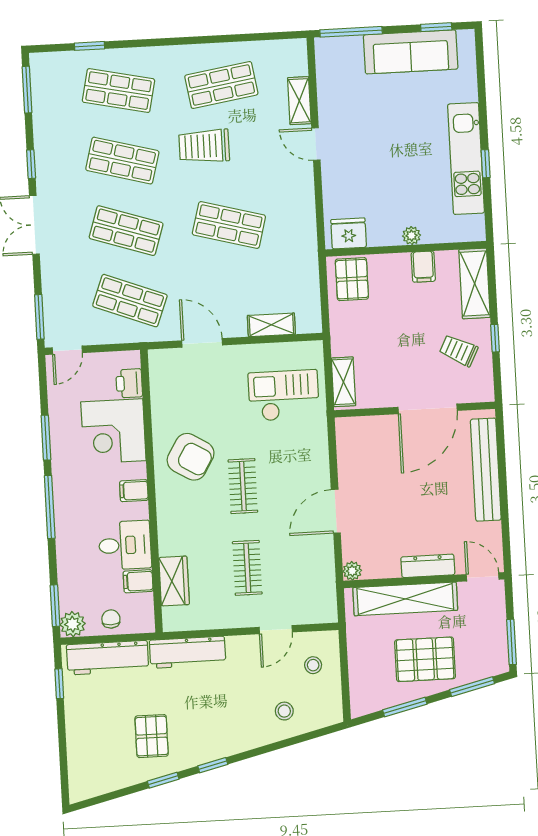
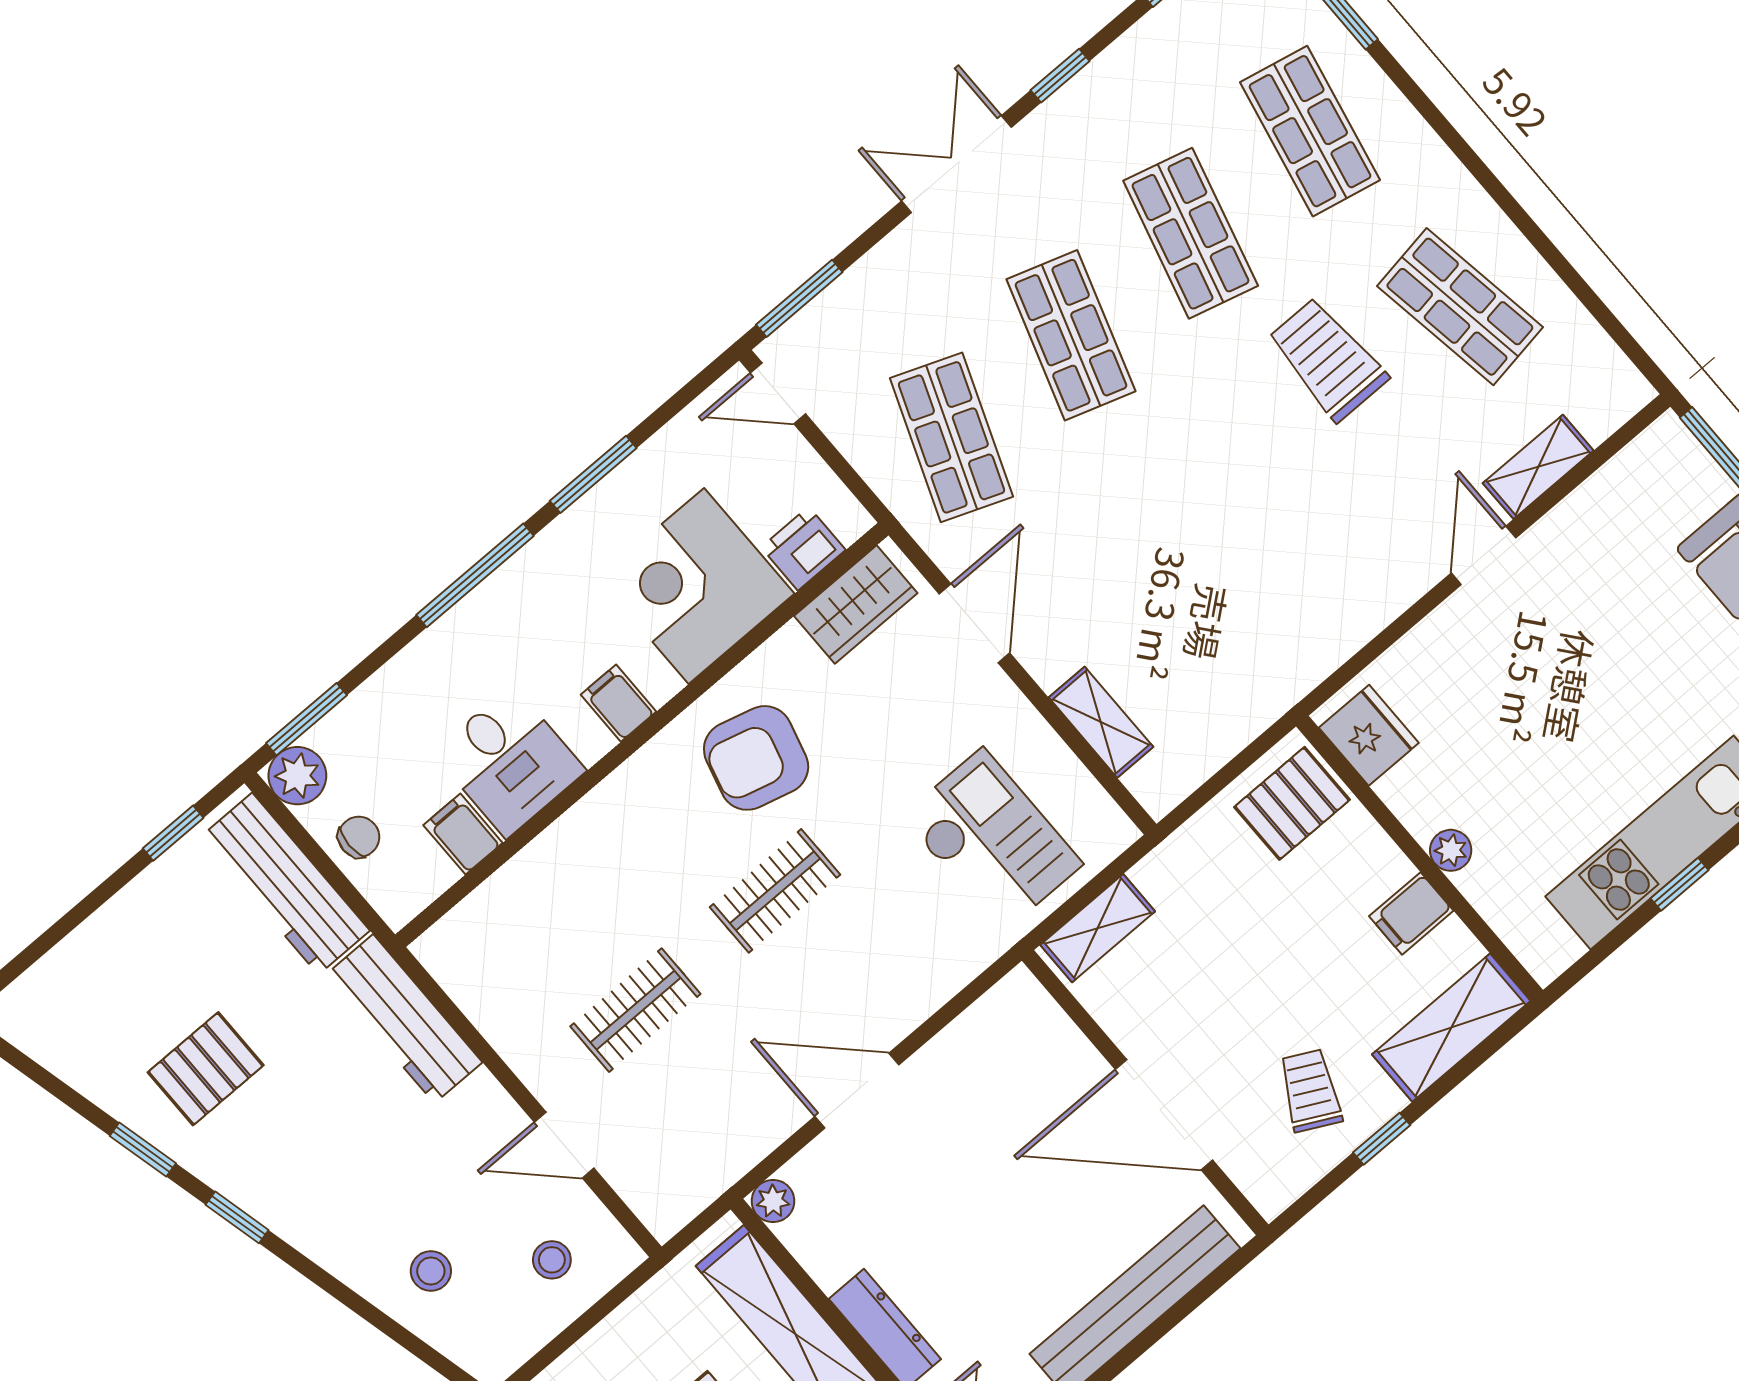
shop shelf: (229, 225) -> (1221, 511), removed
armchair: (191, 457) -> (756, 758), turned 74
wardrobe: (174, 581) -> (856, 604), moved

